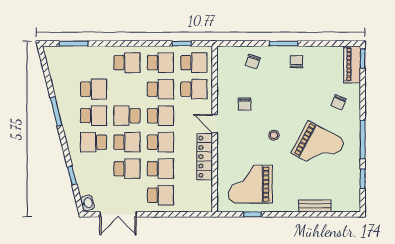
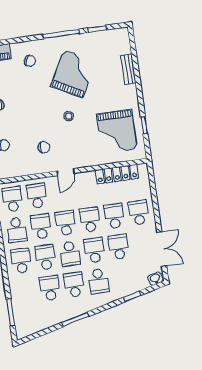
school desk: (160, 63) -> (17, 230), turned 180
school desk: (127, 89) -> (46, 257), added
locker: (205, 157) -> (117, 174), moved

